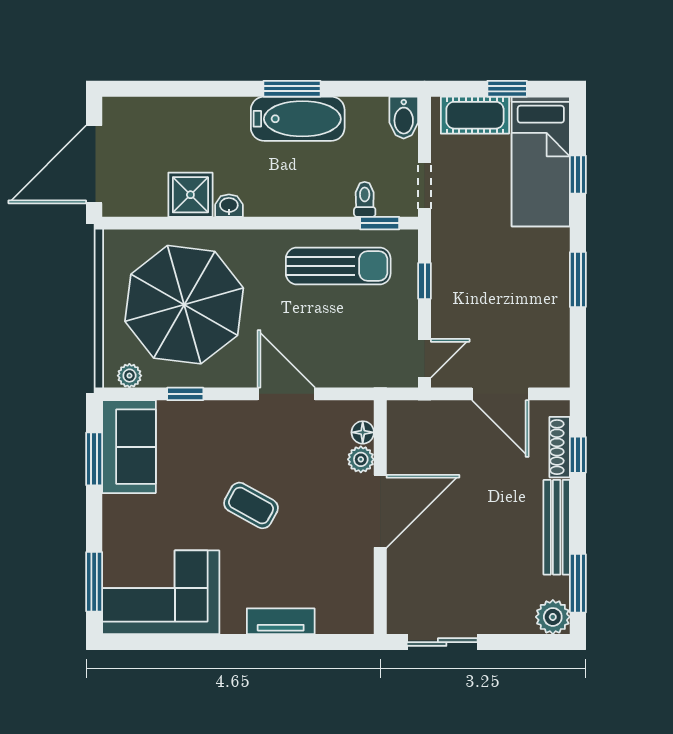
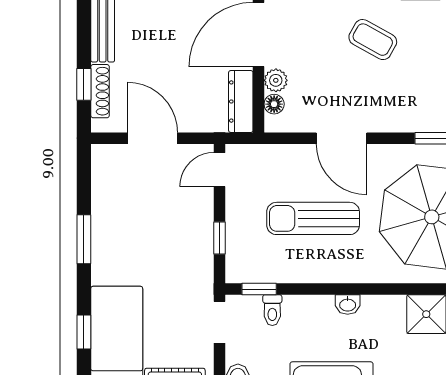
washbasin: (229, 206) -> (348, 305), moved
sun lounger: (338, 266) -> (313, 218), moved
dresser: (400, 435) -> (241, 102), added

